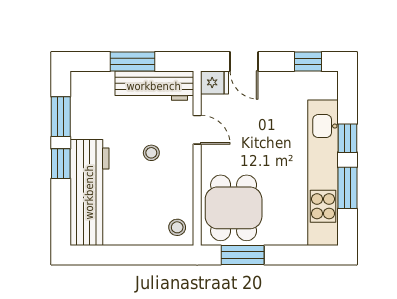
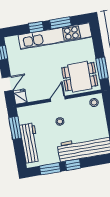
window: (133, 61) -> (15, 128), moved
workbench: (154, 86) -> (30, 143), moved
door: (197, 130) -> (58, 99), moved

